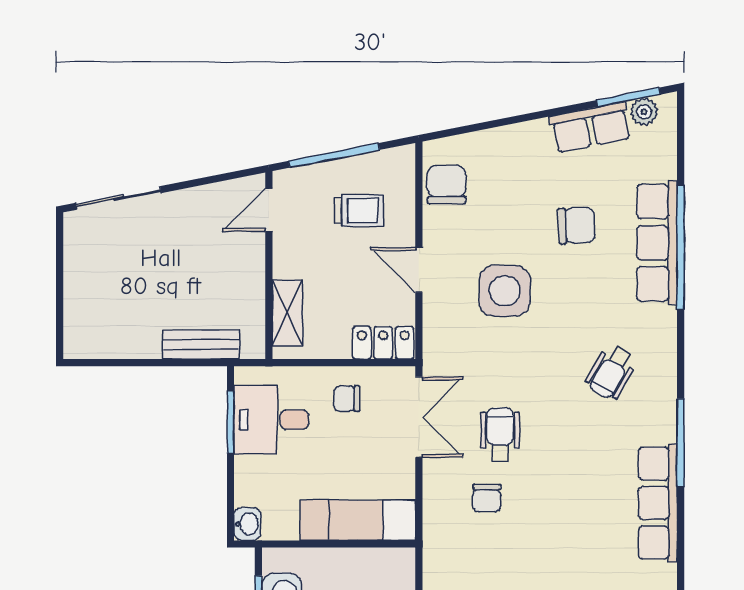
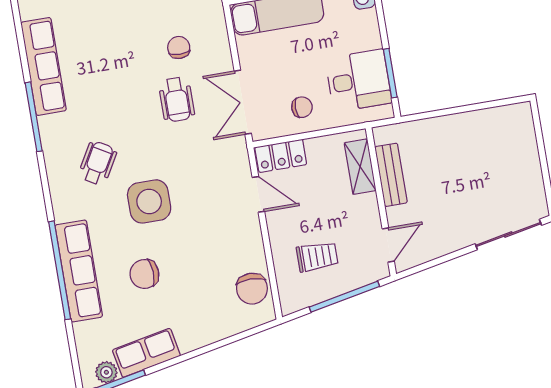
trolley: (359, 211) -> (317, 257), turned 180
door: (419, 270) -> (258, 194), moved
side table: (505, 291) -> (149, 201), moved
bench: (201, 345) -> (391, 175), moved, turned 90

